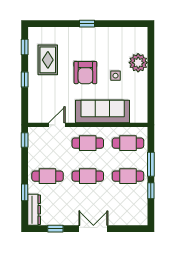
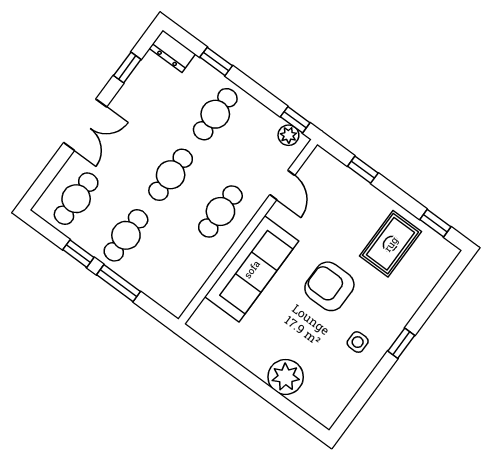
rug: (48, 60) -> (391, 244), turned 90
side table: (116, 76) -> (358, 342), moved
window: (25, 79) -> (363, 170), moved
plant: (33, 138) -> (288, 135), added
cafe table: (128, 143) -> (76, 199), moved
dresser: (34, 210) -> (172, 51), width x0.70

